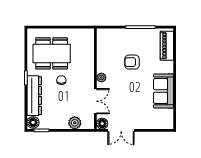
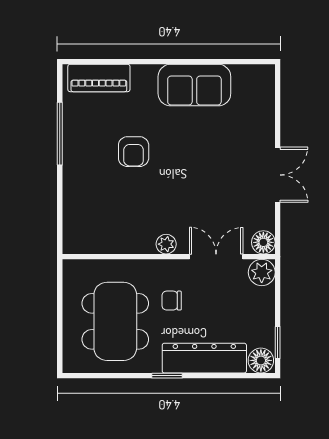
plant: (101, 78) -> (166, 244), moved
wall: (95, 79) -> (169, 257), moved
double door: (95, 101) -> (216, 257), moved
floor lamp: (102, 124) -> (263, 242), moved

